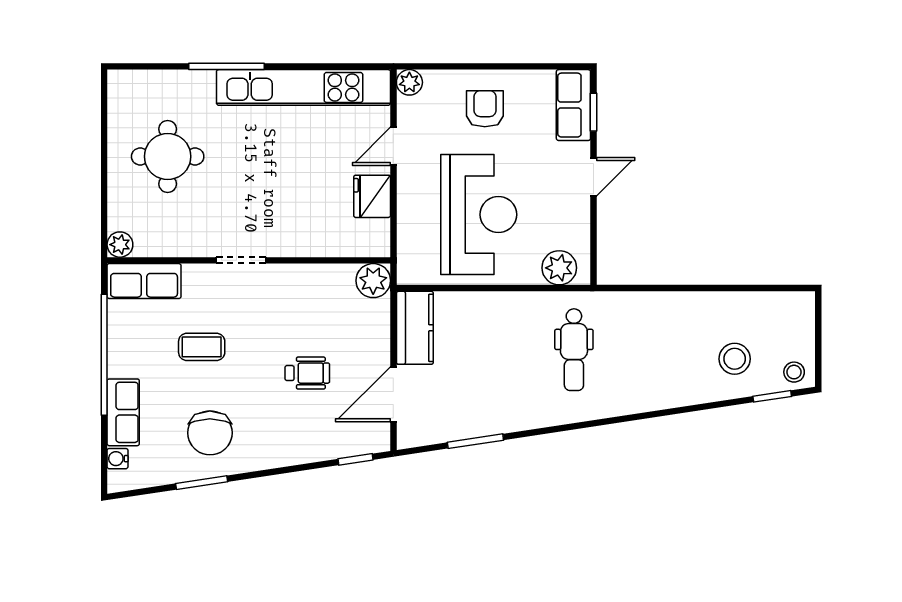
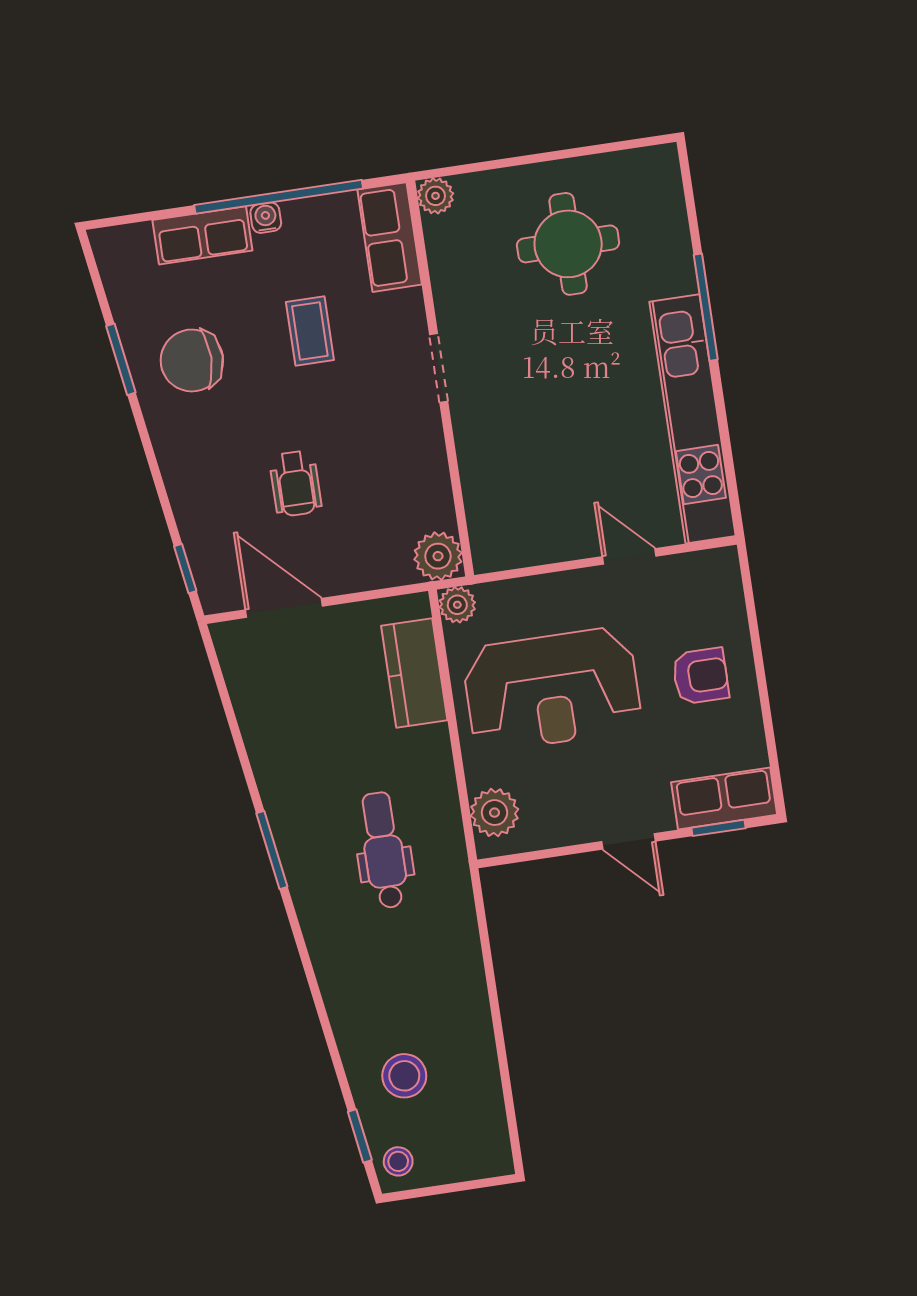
plant: (409, 82) -> (457, 605), moved
fridge: (372, 196) -> (555, 537), removed
kitchen counter: (415, 328) -> (414, 673), moved, turned 90
dental chair: (574, 350) -> (384, 850), turned 90
window: (475, 441) -> (272, 850), moved
water cooler: (117, 459) -> (266, 218), moved

